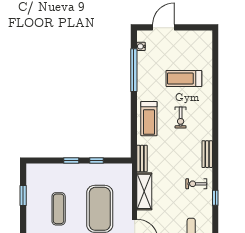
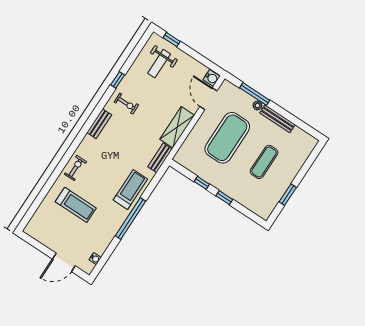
window: (134, 70) -> (131, 218), moved
exercise bike: (181, 118) -> (75, 168), moved

